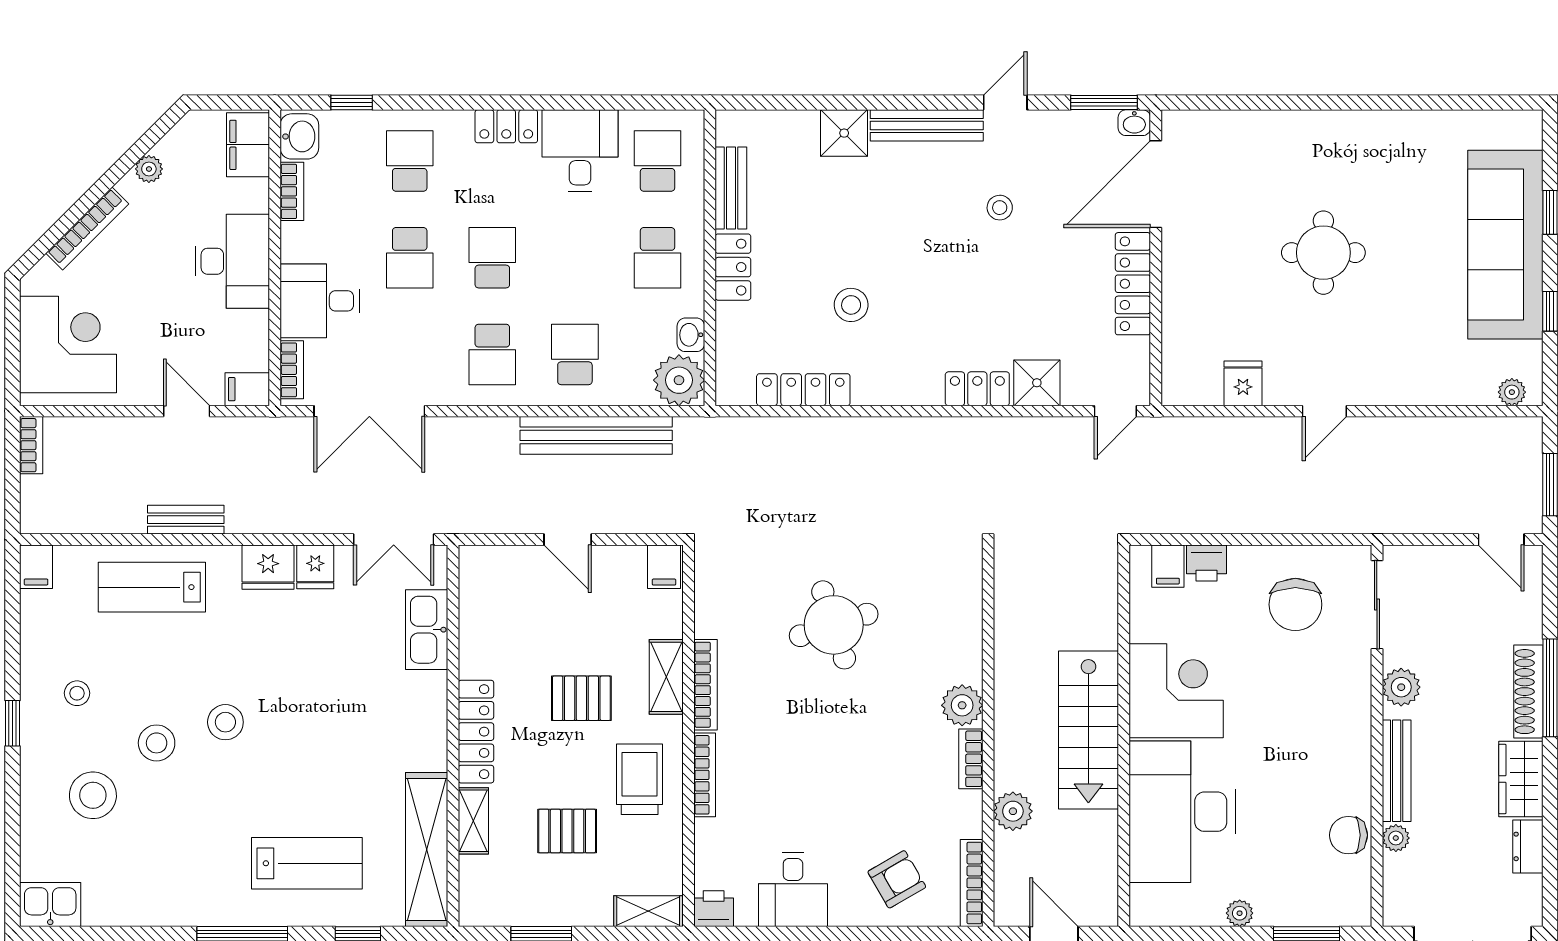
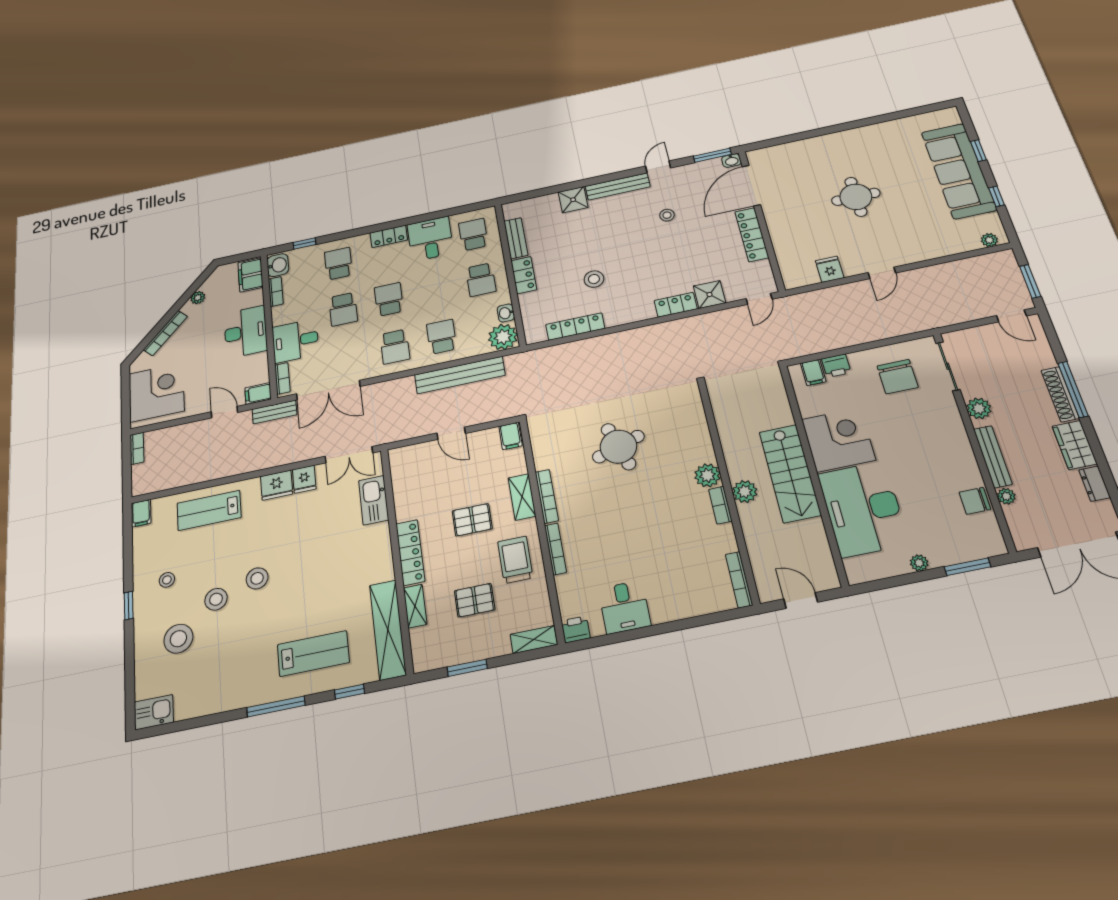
bench: (186, 520) -> (274, 412), moved
plant: (1013, 811) -> (745, 491), moved
armchair: (897, 879) -> (690, 587), removed

